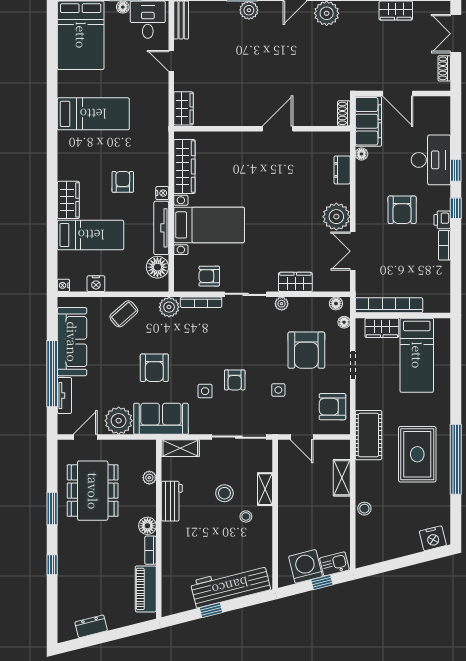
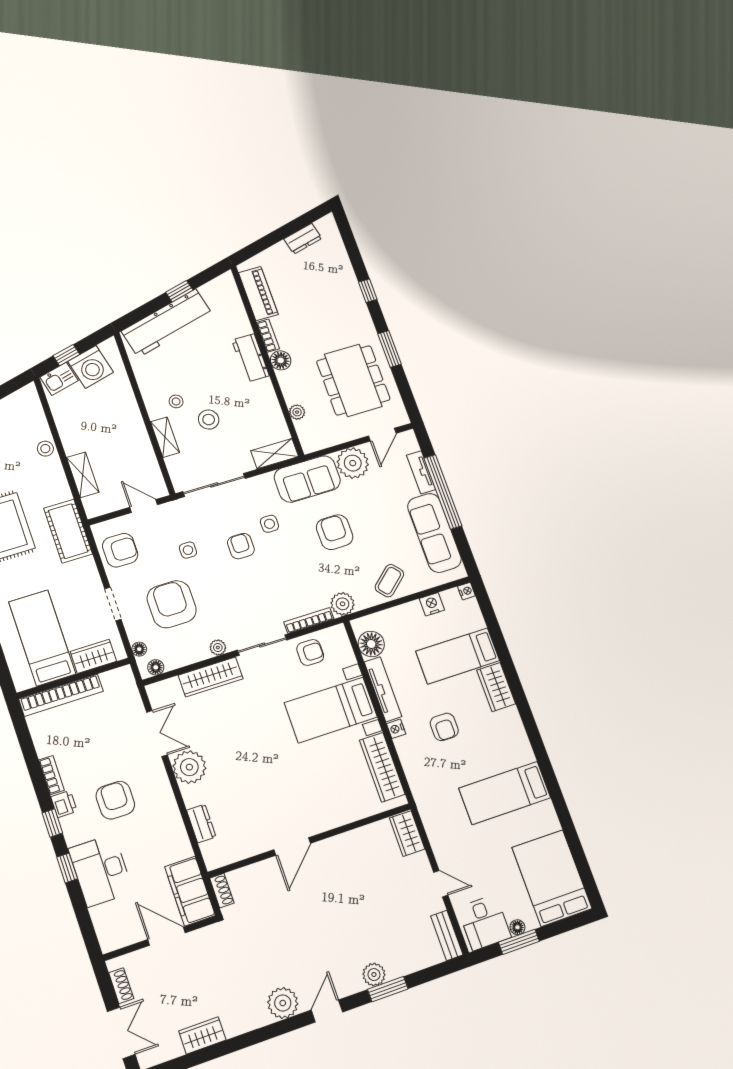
floor lamp: (361, 154) -> (185, 850), removed
wardrobe: (295, 282) -> (211, 677), width x1.50
bookcase: (389, 305) -> (61, 695), moved
workbench: (172, 501) -> (250, 358), moved

